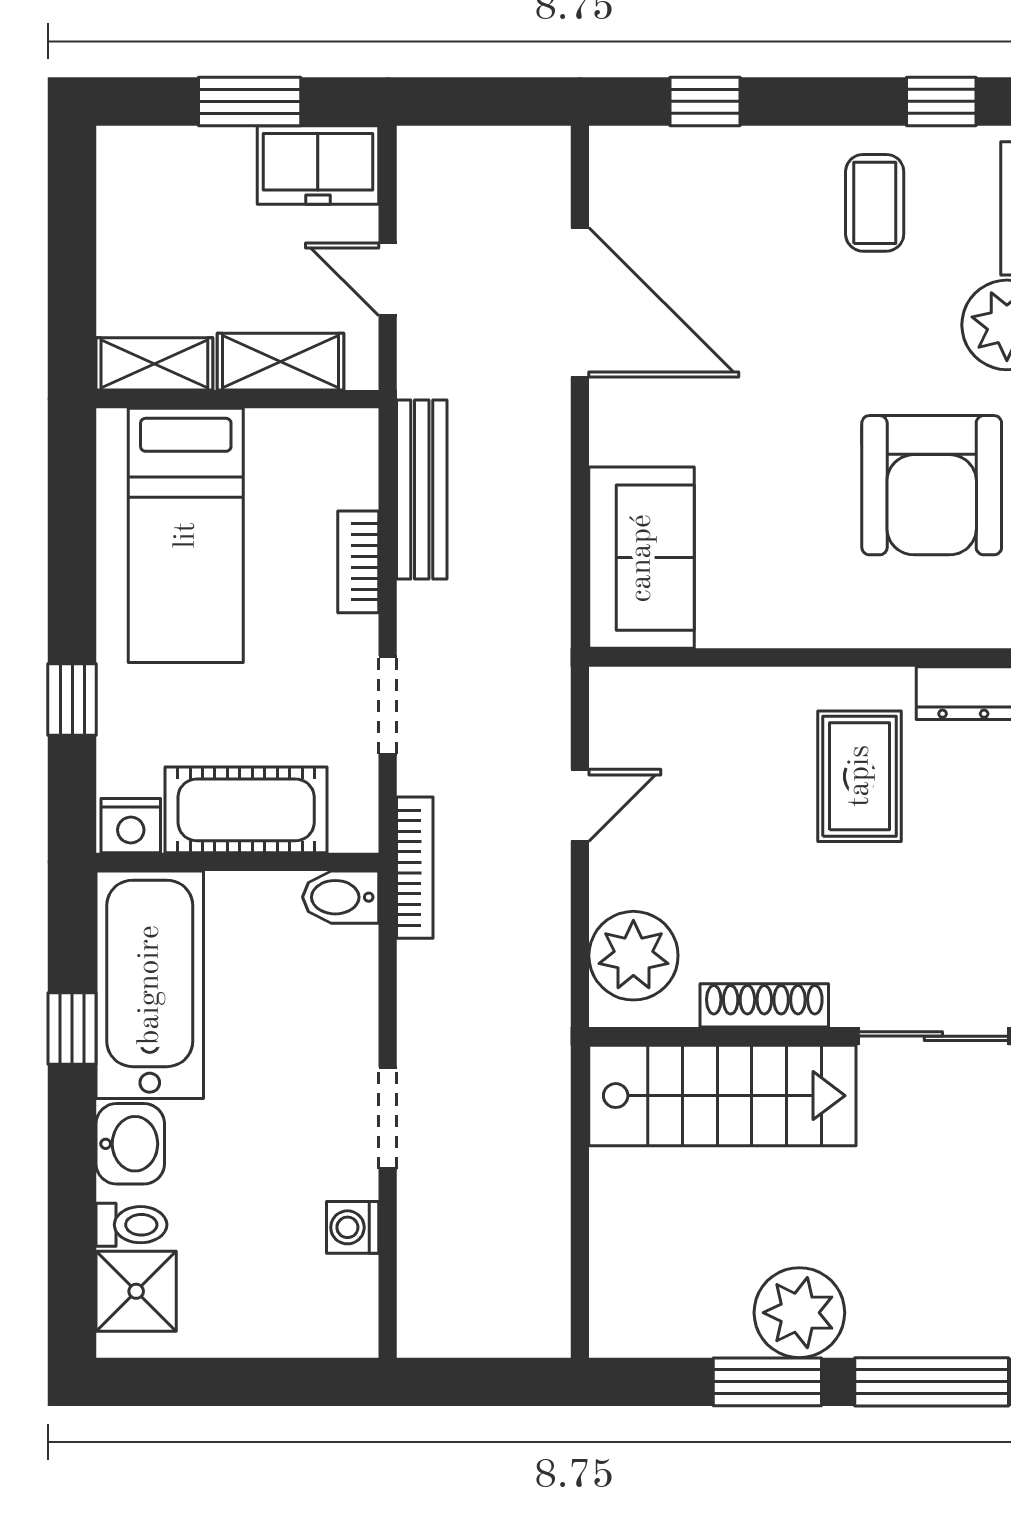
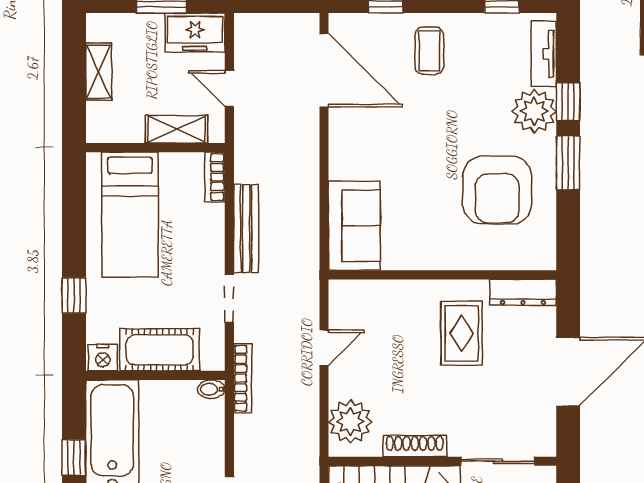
coffee table: (875, 203) -> (429, 51), moved
door: (580, 302) -> (324, 70), moved
shelving: (154, 364) -> (99, 72), moved, turned 90
bench: (422, 490) -> (246, 229), moved
bookcase: (358, 562) -> (215, 177), moved
bidet: (341, 897) -> (211, 389), width x0.72, depth x0.74

